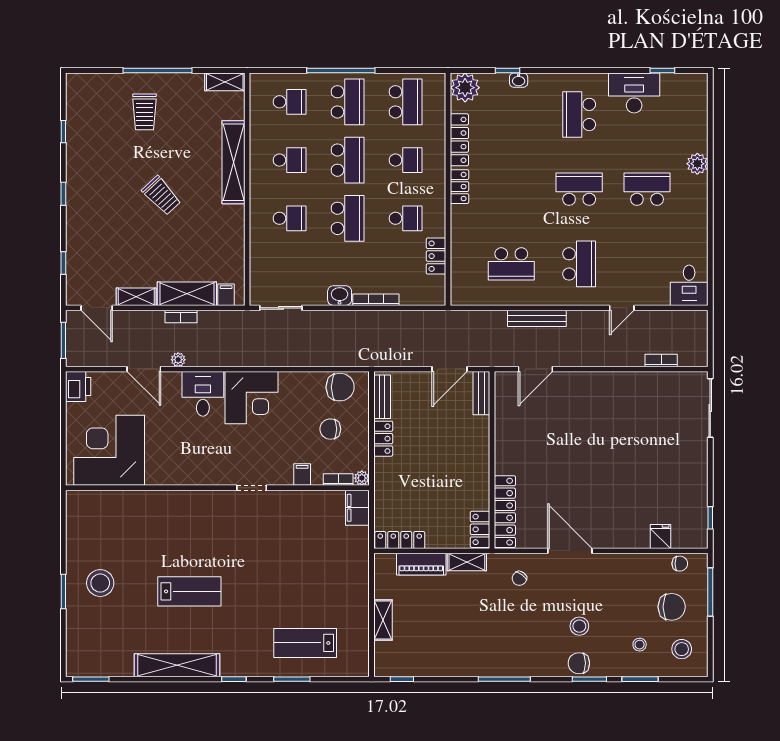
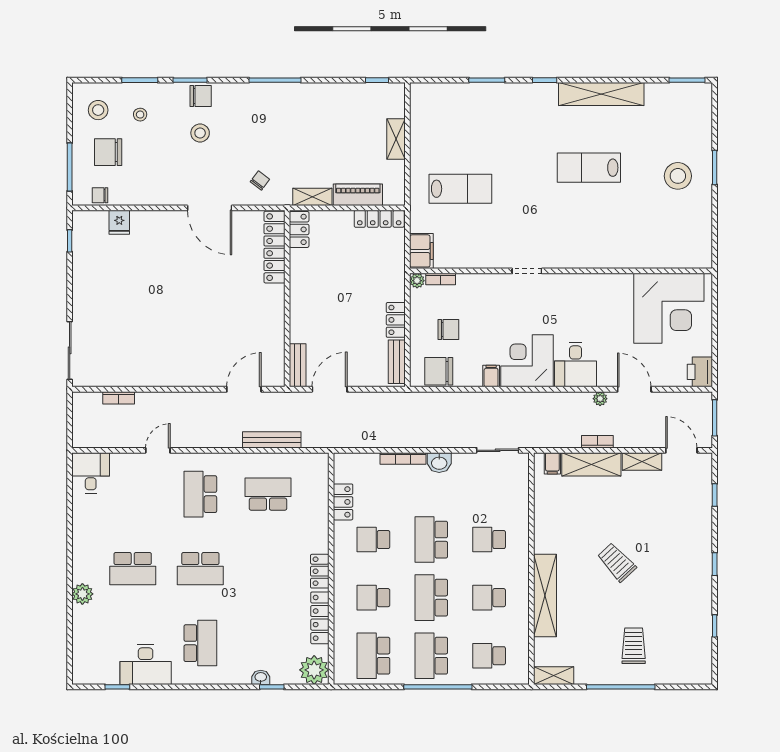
bench: (537, 318) -> (272, 440), moved
filing cabinet: (302, 475) -> (491, 376), moved, turned 180
lab bench: (305, 643) -> (460, 189), moved

